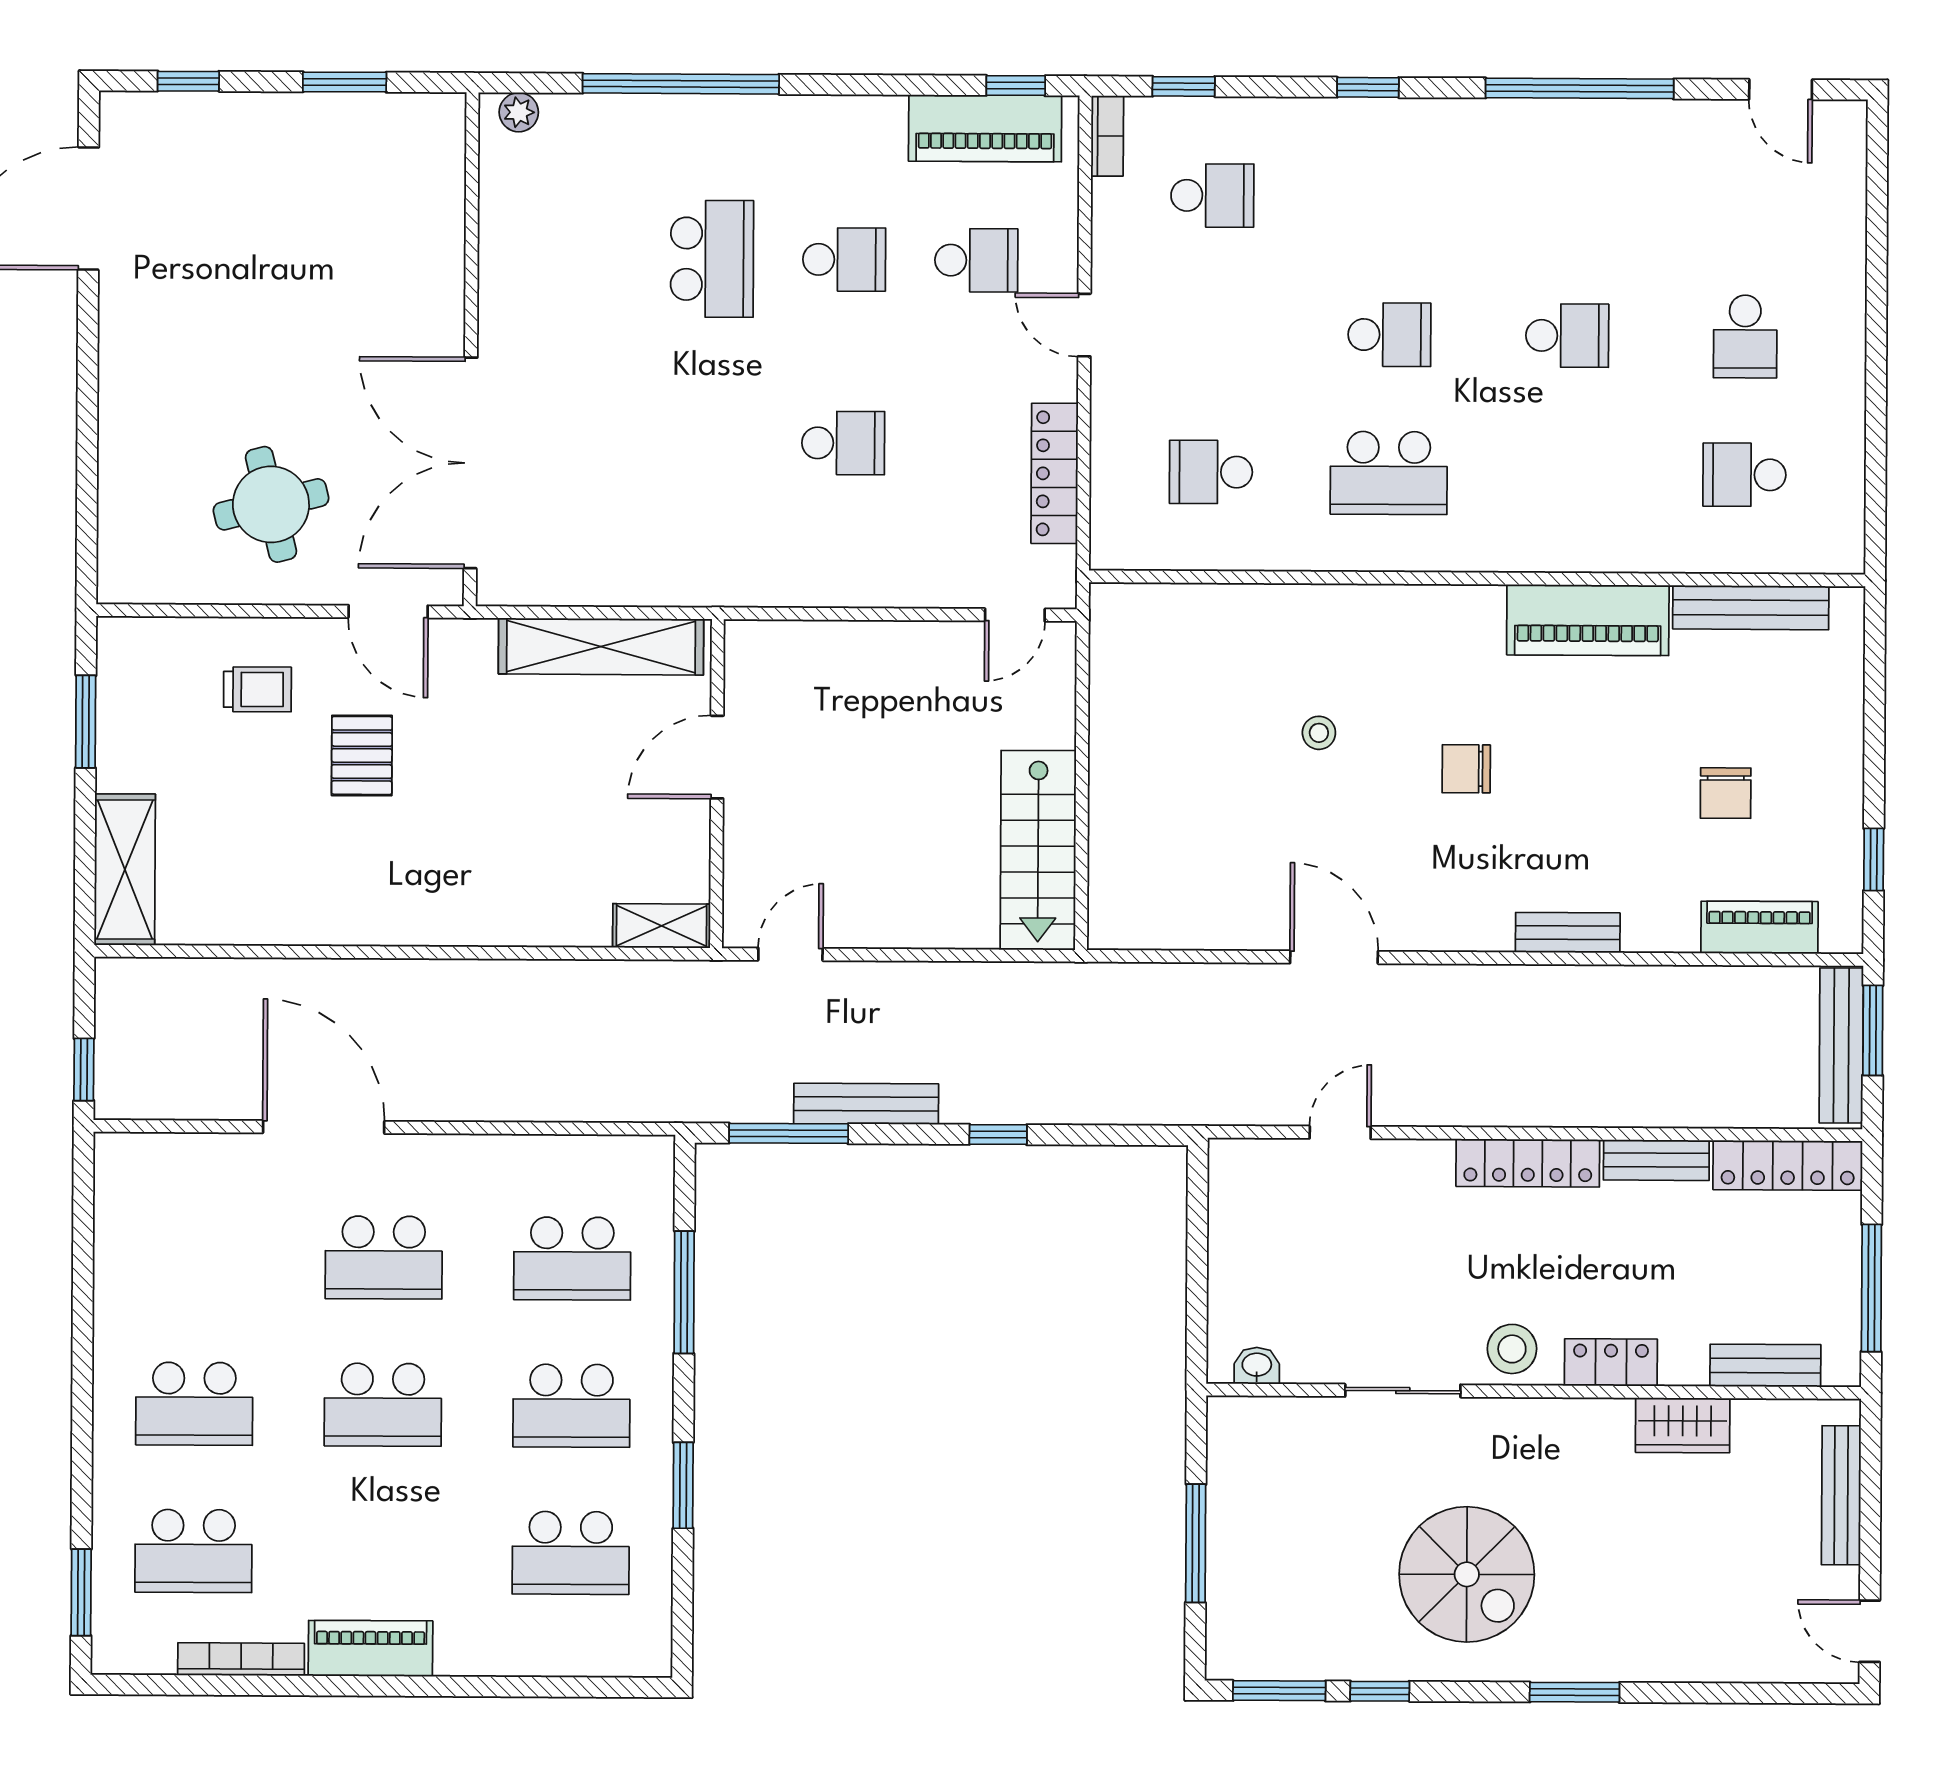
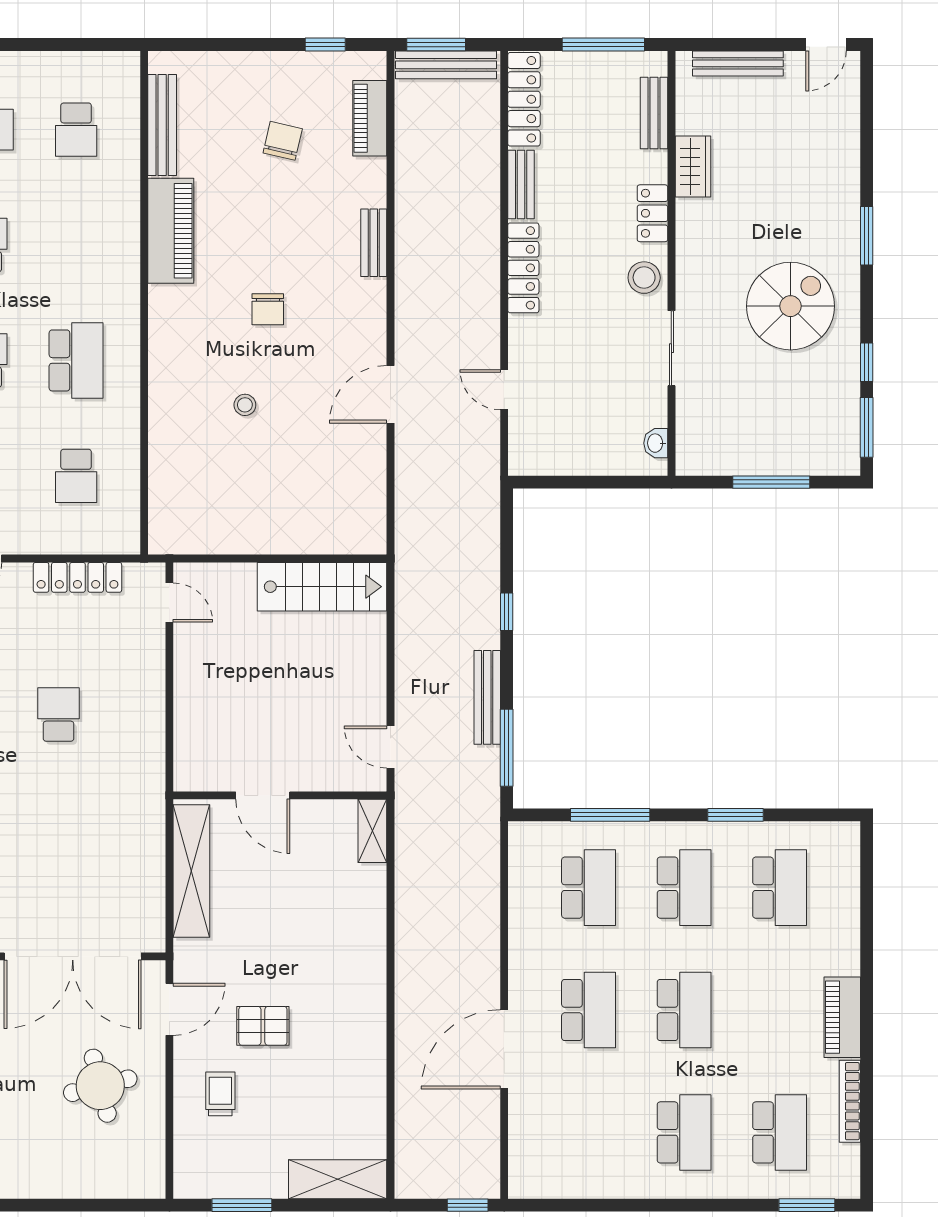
chair: (1726, 793) -> (283, 141), turned -77

